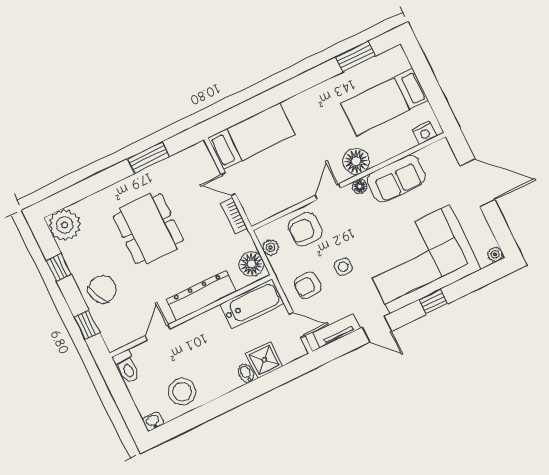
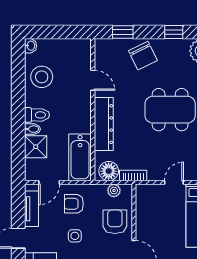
bookcase: (234, 216) -> (133, 175), moved
armchair: (308, 285) -> (74, 204), turned -90
toilet: (127, 367) -> (37, 115), moved, turned 180

